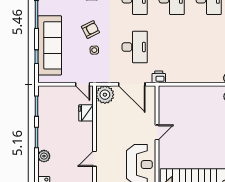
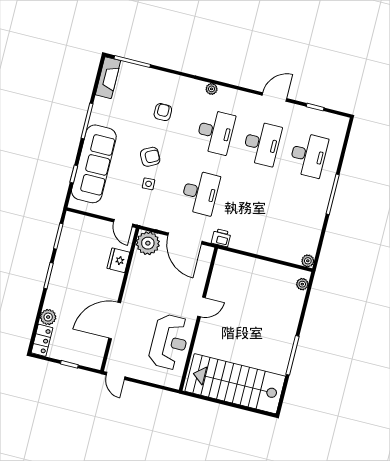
plant: (44, 156) -> (48, 317), moved
door: (94, 159) -> (115, 320), width x1.87

